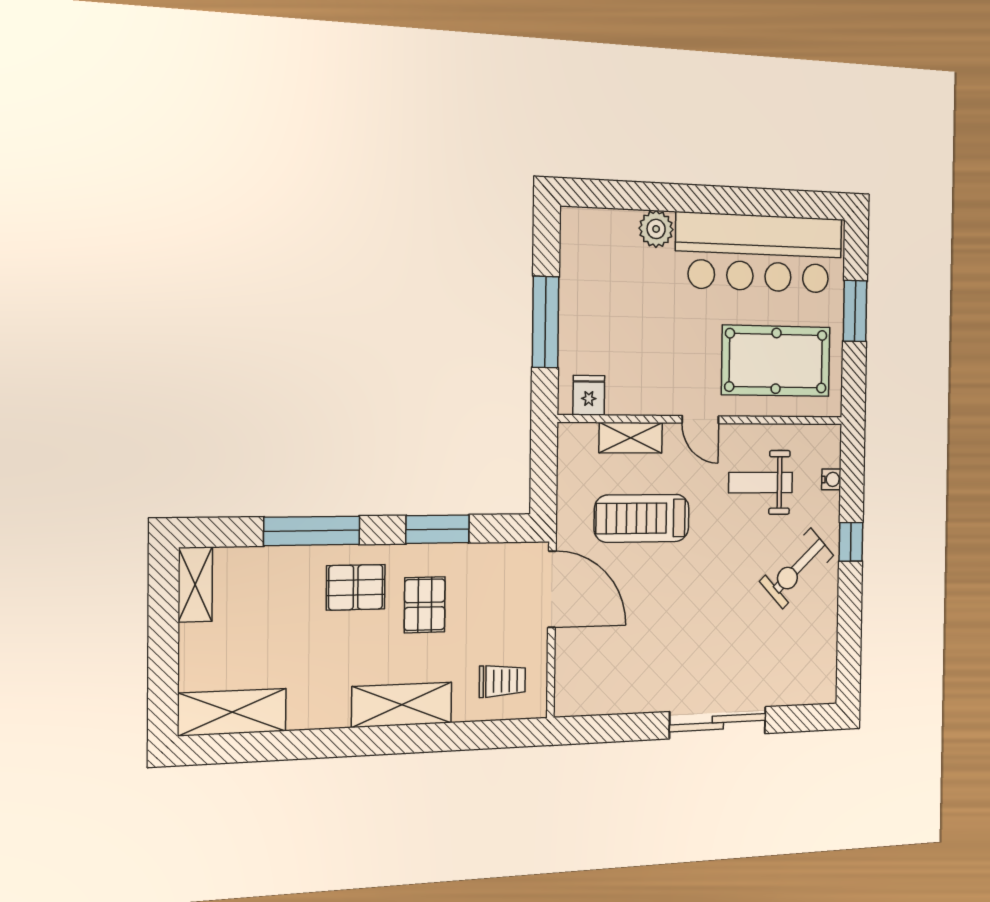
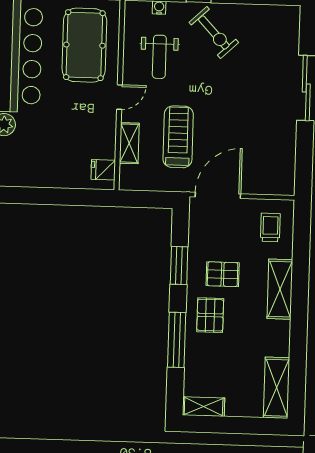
window: (546, 322) -> (59, 196), removed
treadmill: (642, 518) -> (178, 137), turned 180

